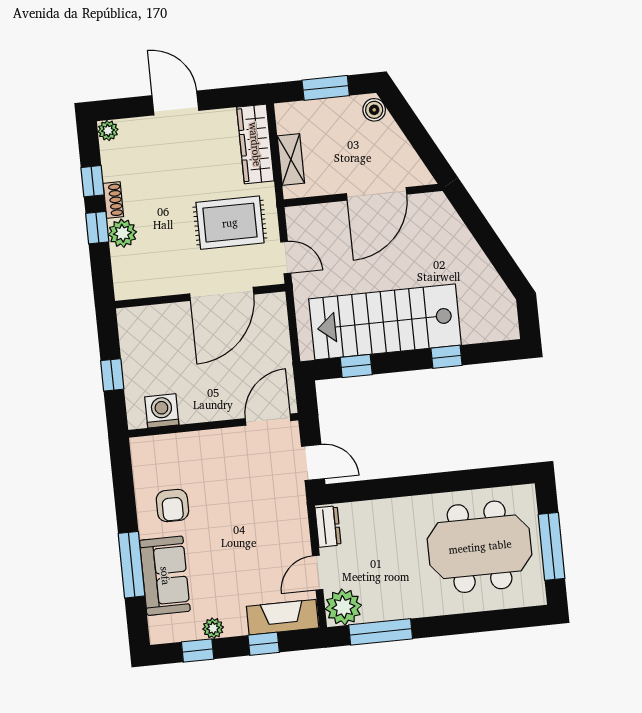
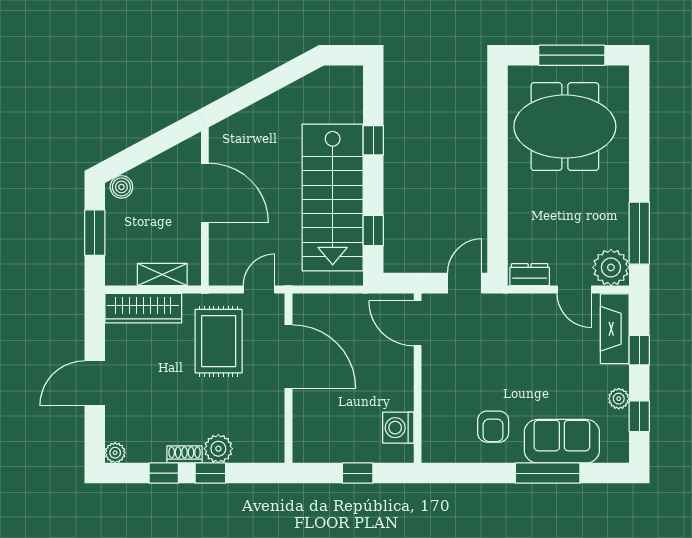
armchair: (172, 505) -> (493, 427), turned 90
meeting table: (480, 547) -> (565, 127), turned 90

